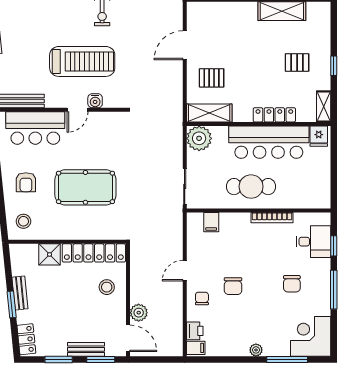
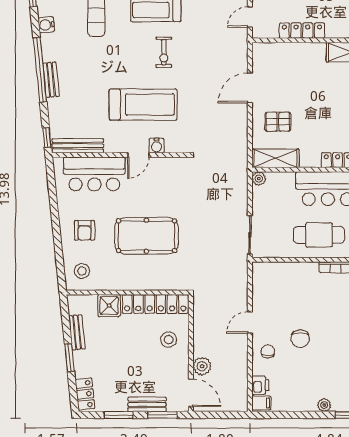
plant: (199, 138) -> (259, 179), width x0.53, depth x0.53
filing cabinet: (211, 222) -> (277, 272), removed
bench: (20, 293) -> (77, 332), moved

